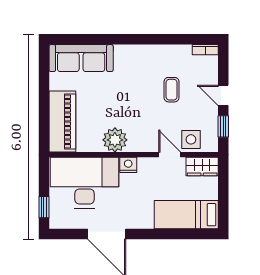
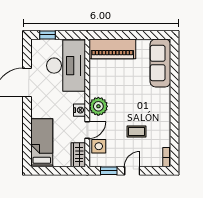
plant: (115, 140) -> (98, 106), moved
nightstand: (128, 165) -> (79, 110), moved

